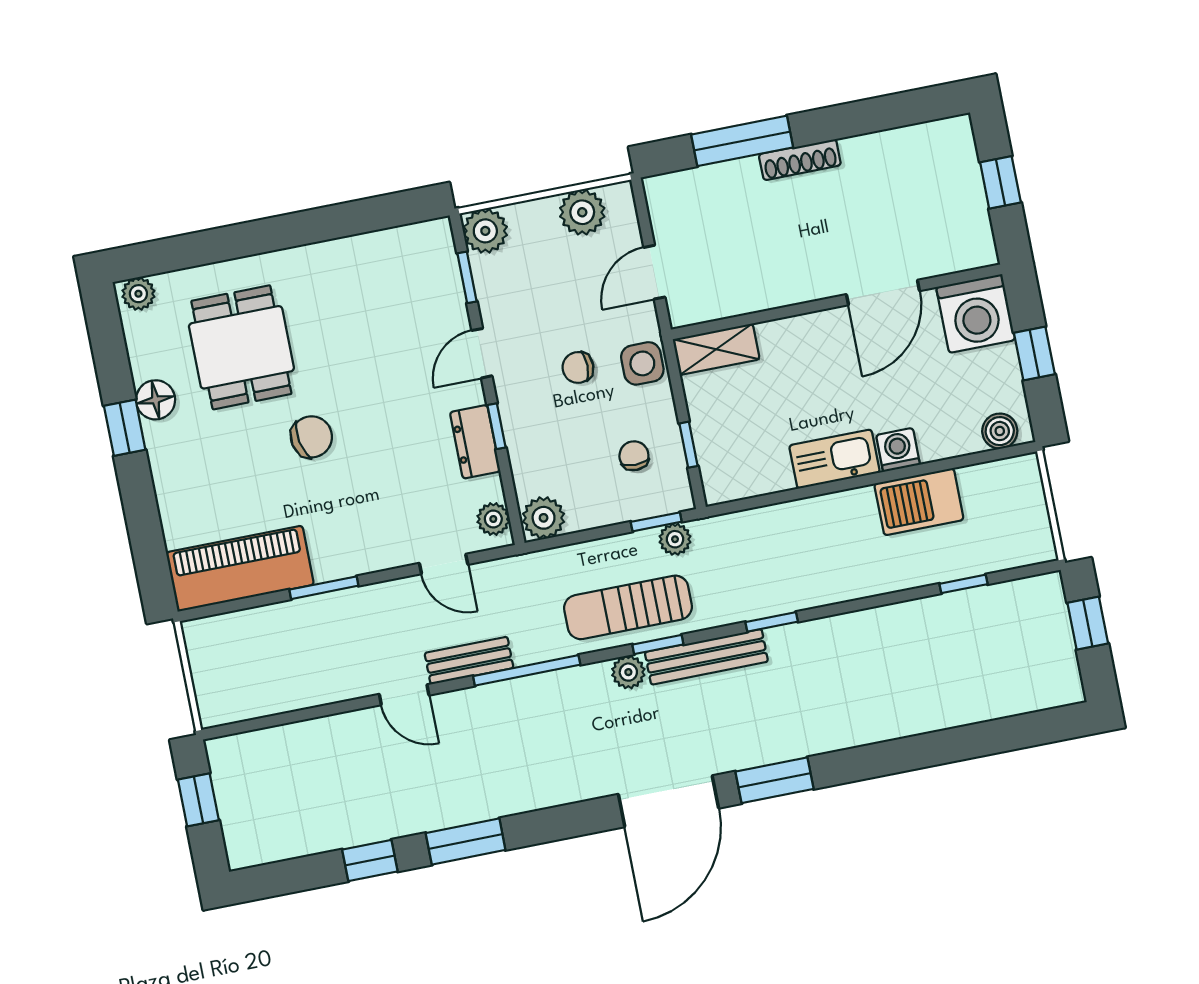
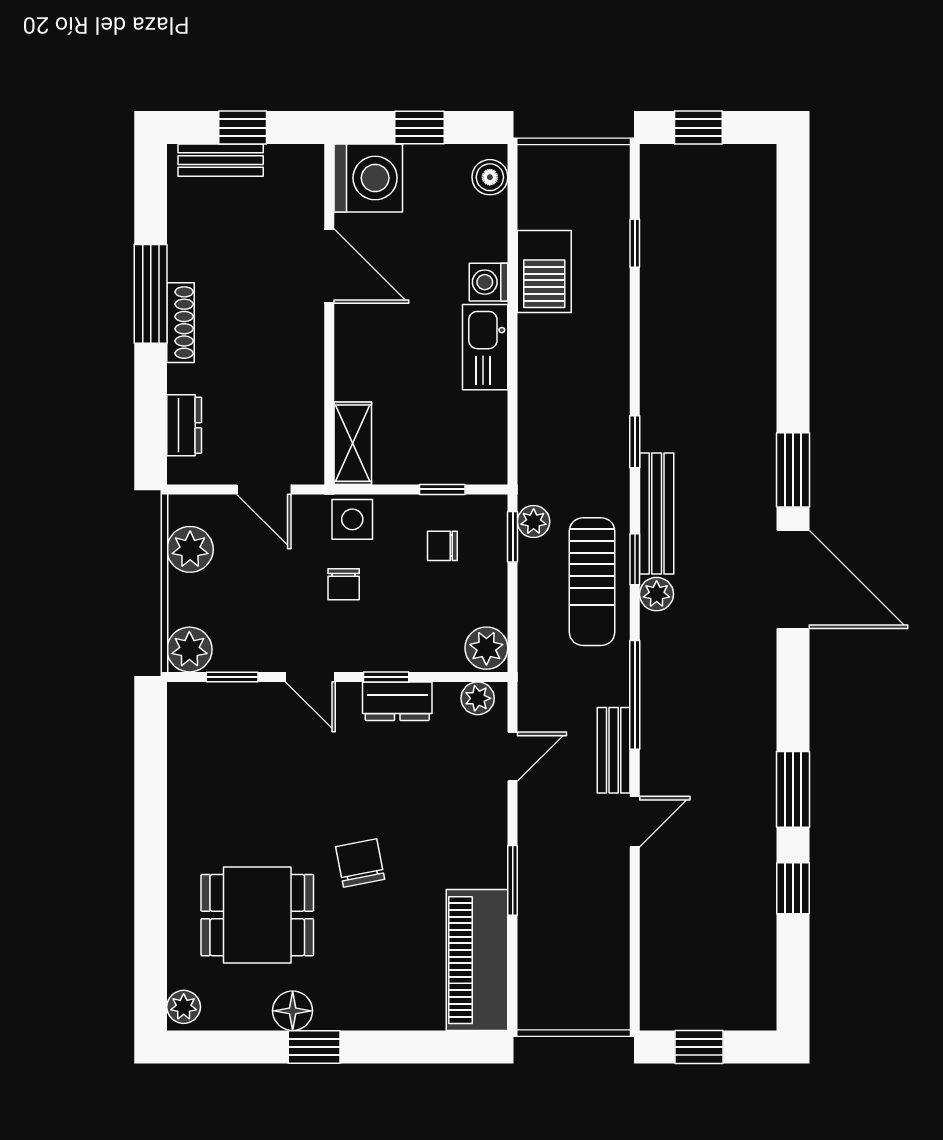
window: (742, 141) -> (151, 294), moved
bench: (965, 167) -> (221, 160), added
dresser: (701, 183) -> (184, 425), added

